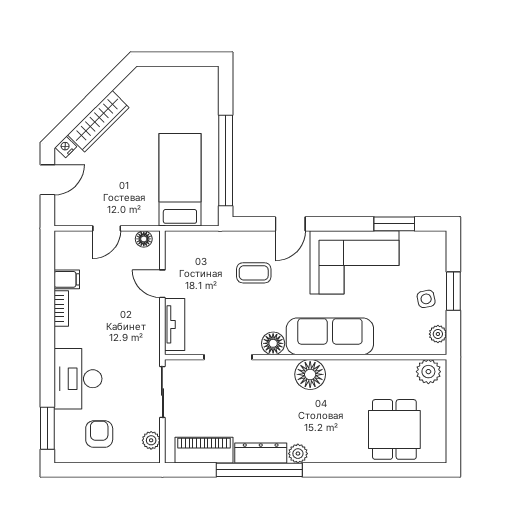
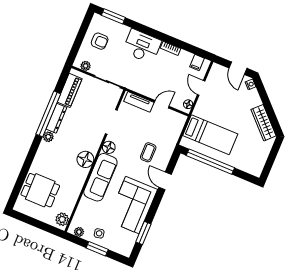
wardrobe: (98, 121) -> (264, 123), moved
filing cabinet: (67, 279) -> (197, 63), moved
desk: (78, 379) -> (142, 46), moved

